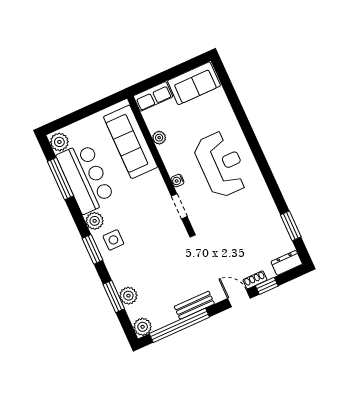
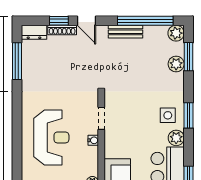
reception desk: (221, 164) -> (51, 137), turned 180
window: (291, 226) -> (17, 61), width x1.44
shoe rack: (255, 280) -> (62, 30), width x1.43
window: (114, 297) -> (189, 57), moved

